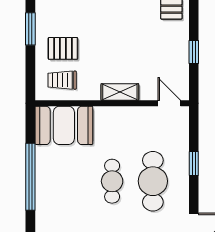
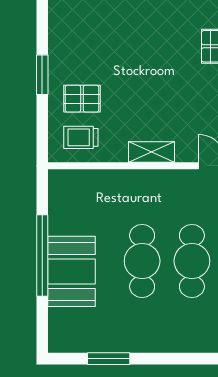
booth: (64, 125) -> (72, 271), moved, turned 90
cafe table: (112, 181) -> (142, 261), width x1.37, depth x1.35

